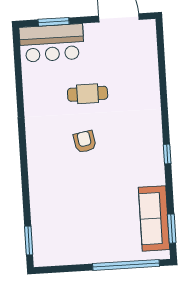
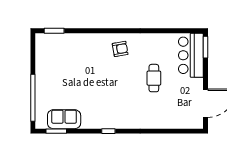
window: (54, 22) -> (206, 47), moved
armchair: (85, 142) -> (120, 49), moved
sofa: (154, 218) -> (64, 119), width x0.73

